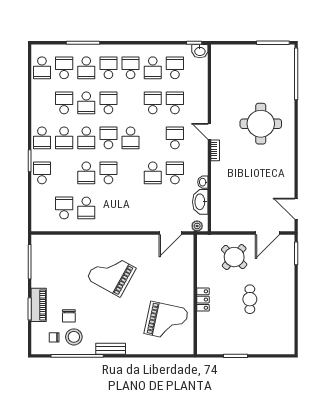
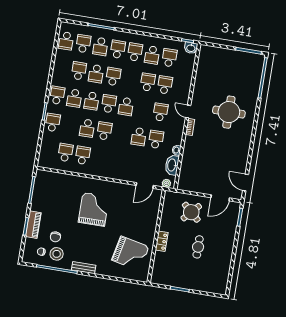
school desk: (42, 138) -> (57, 95), turned 180
school desk: (86, 208) -> (83, 155), turned 180
grand piano: (111, 273) -> (94, 209), turned 61

